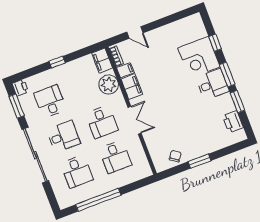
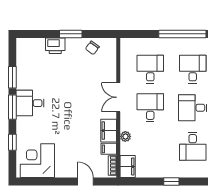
corner desk: (199, 57) -> (37, 161), moved, turned -90
plant: (109, 85) -> (125, 136), width x0.53, depth x0.53
printer: (233, 122) -> (55, 46), moved, turned 90

